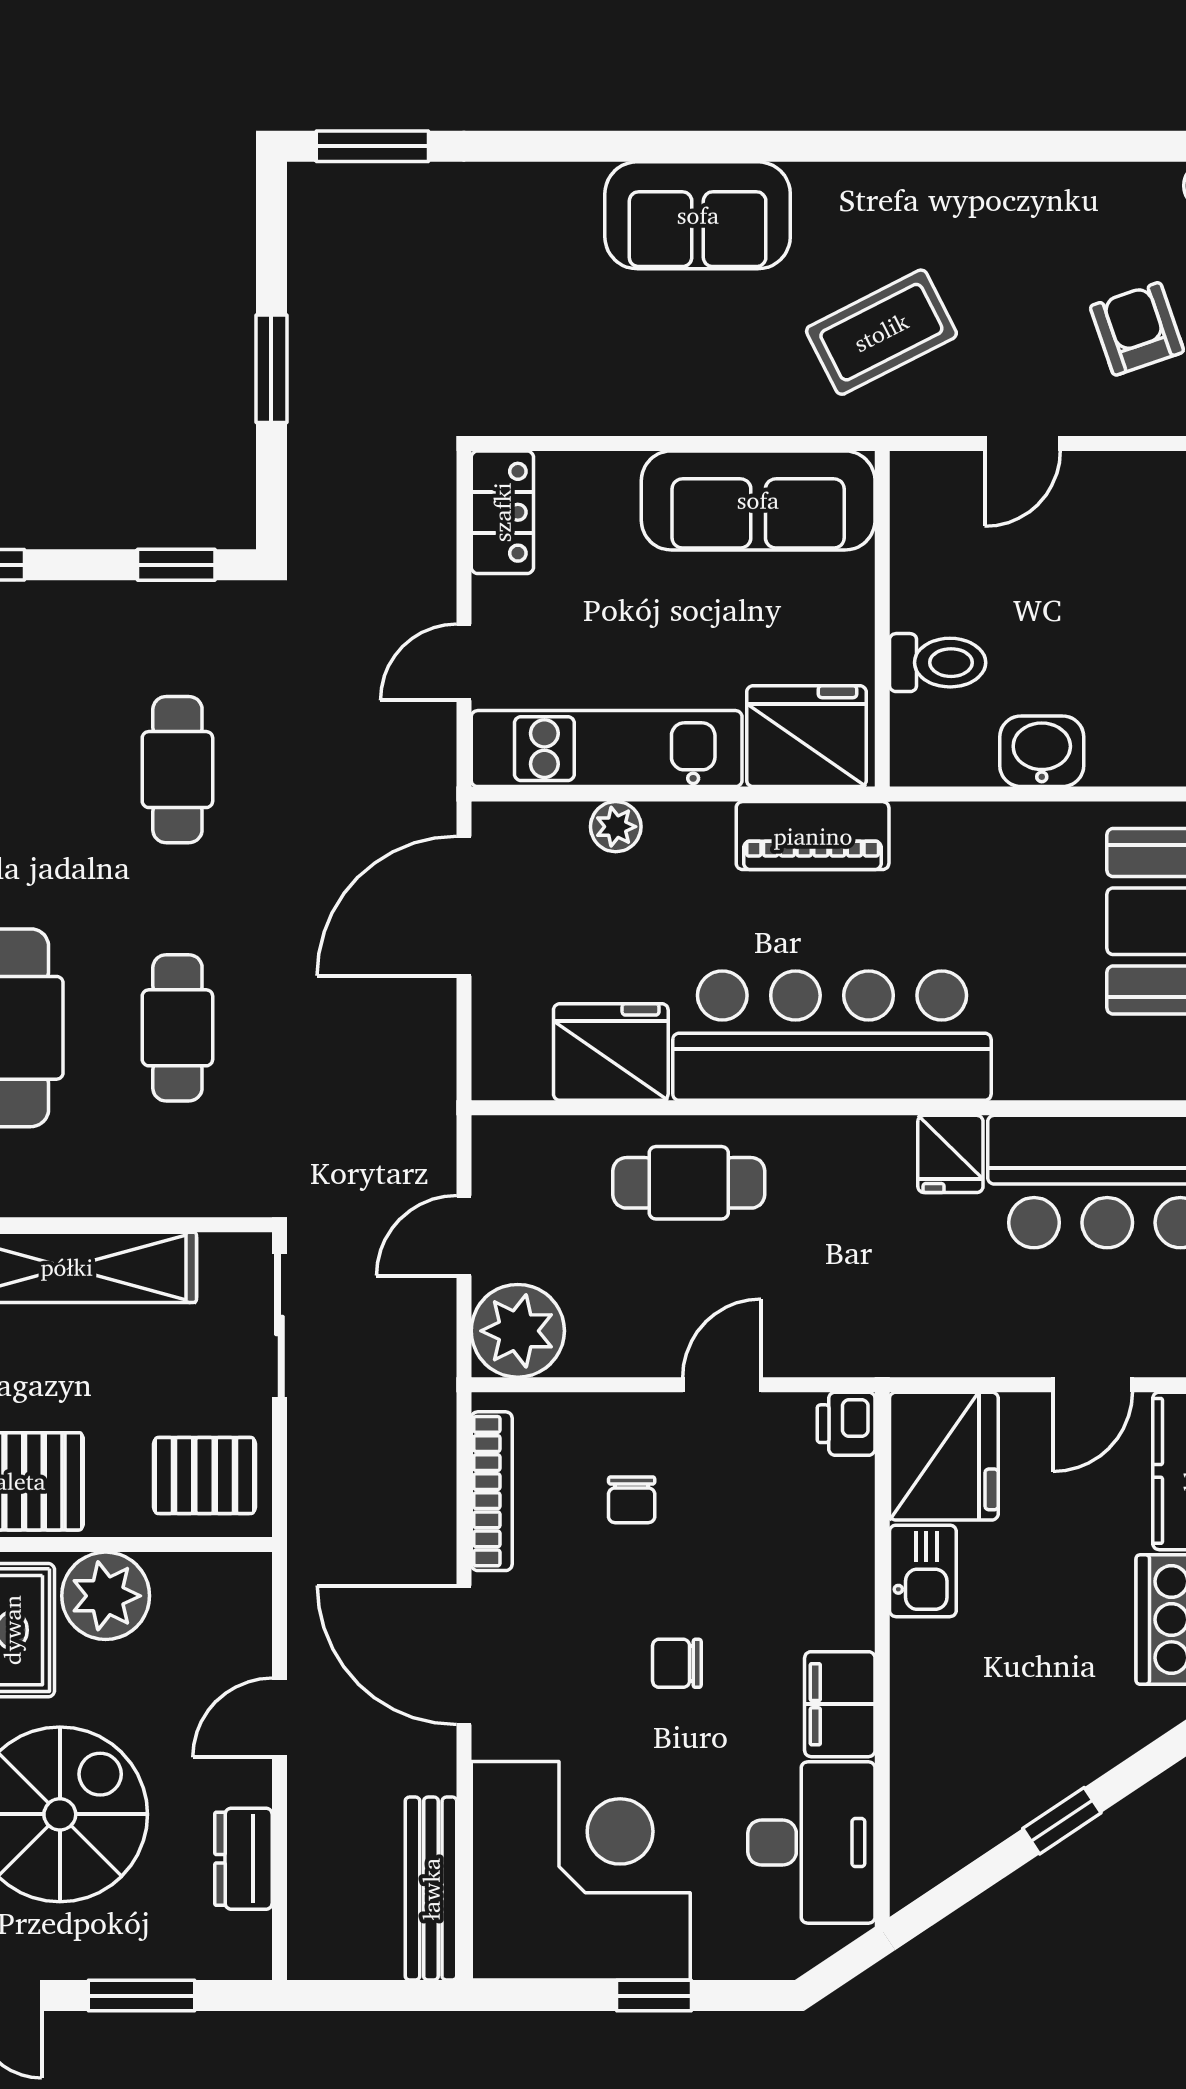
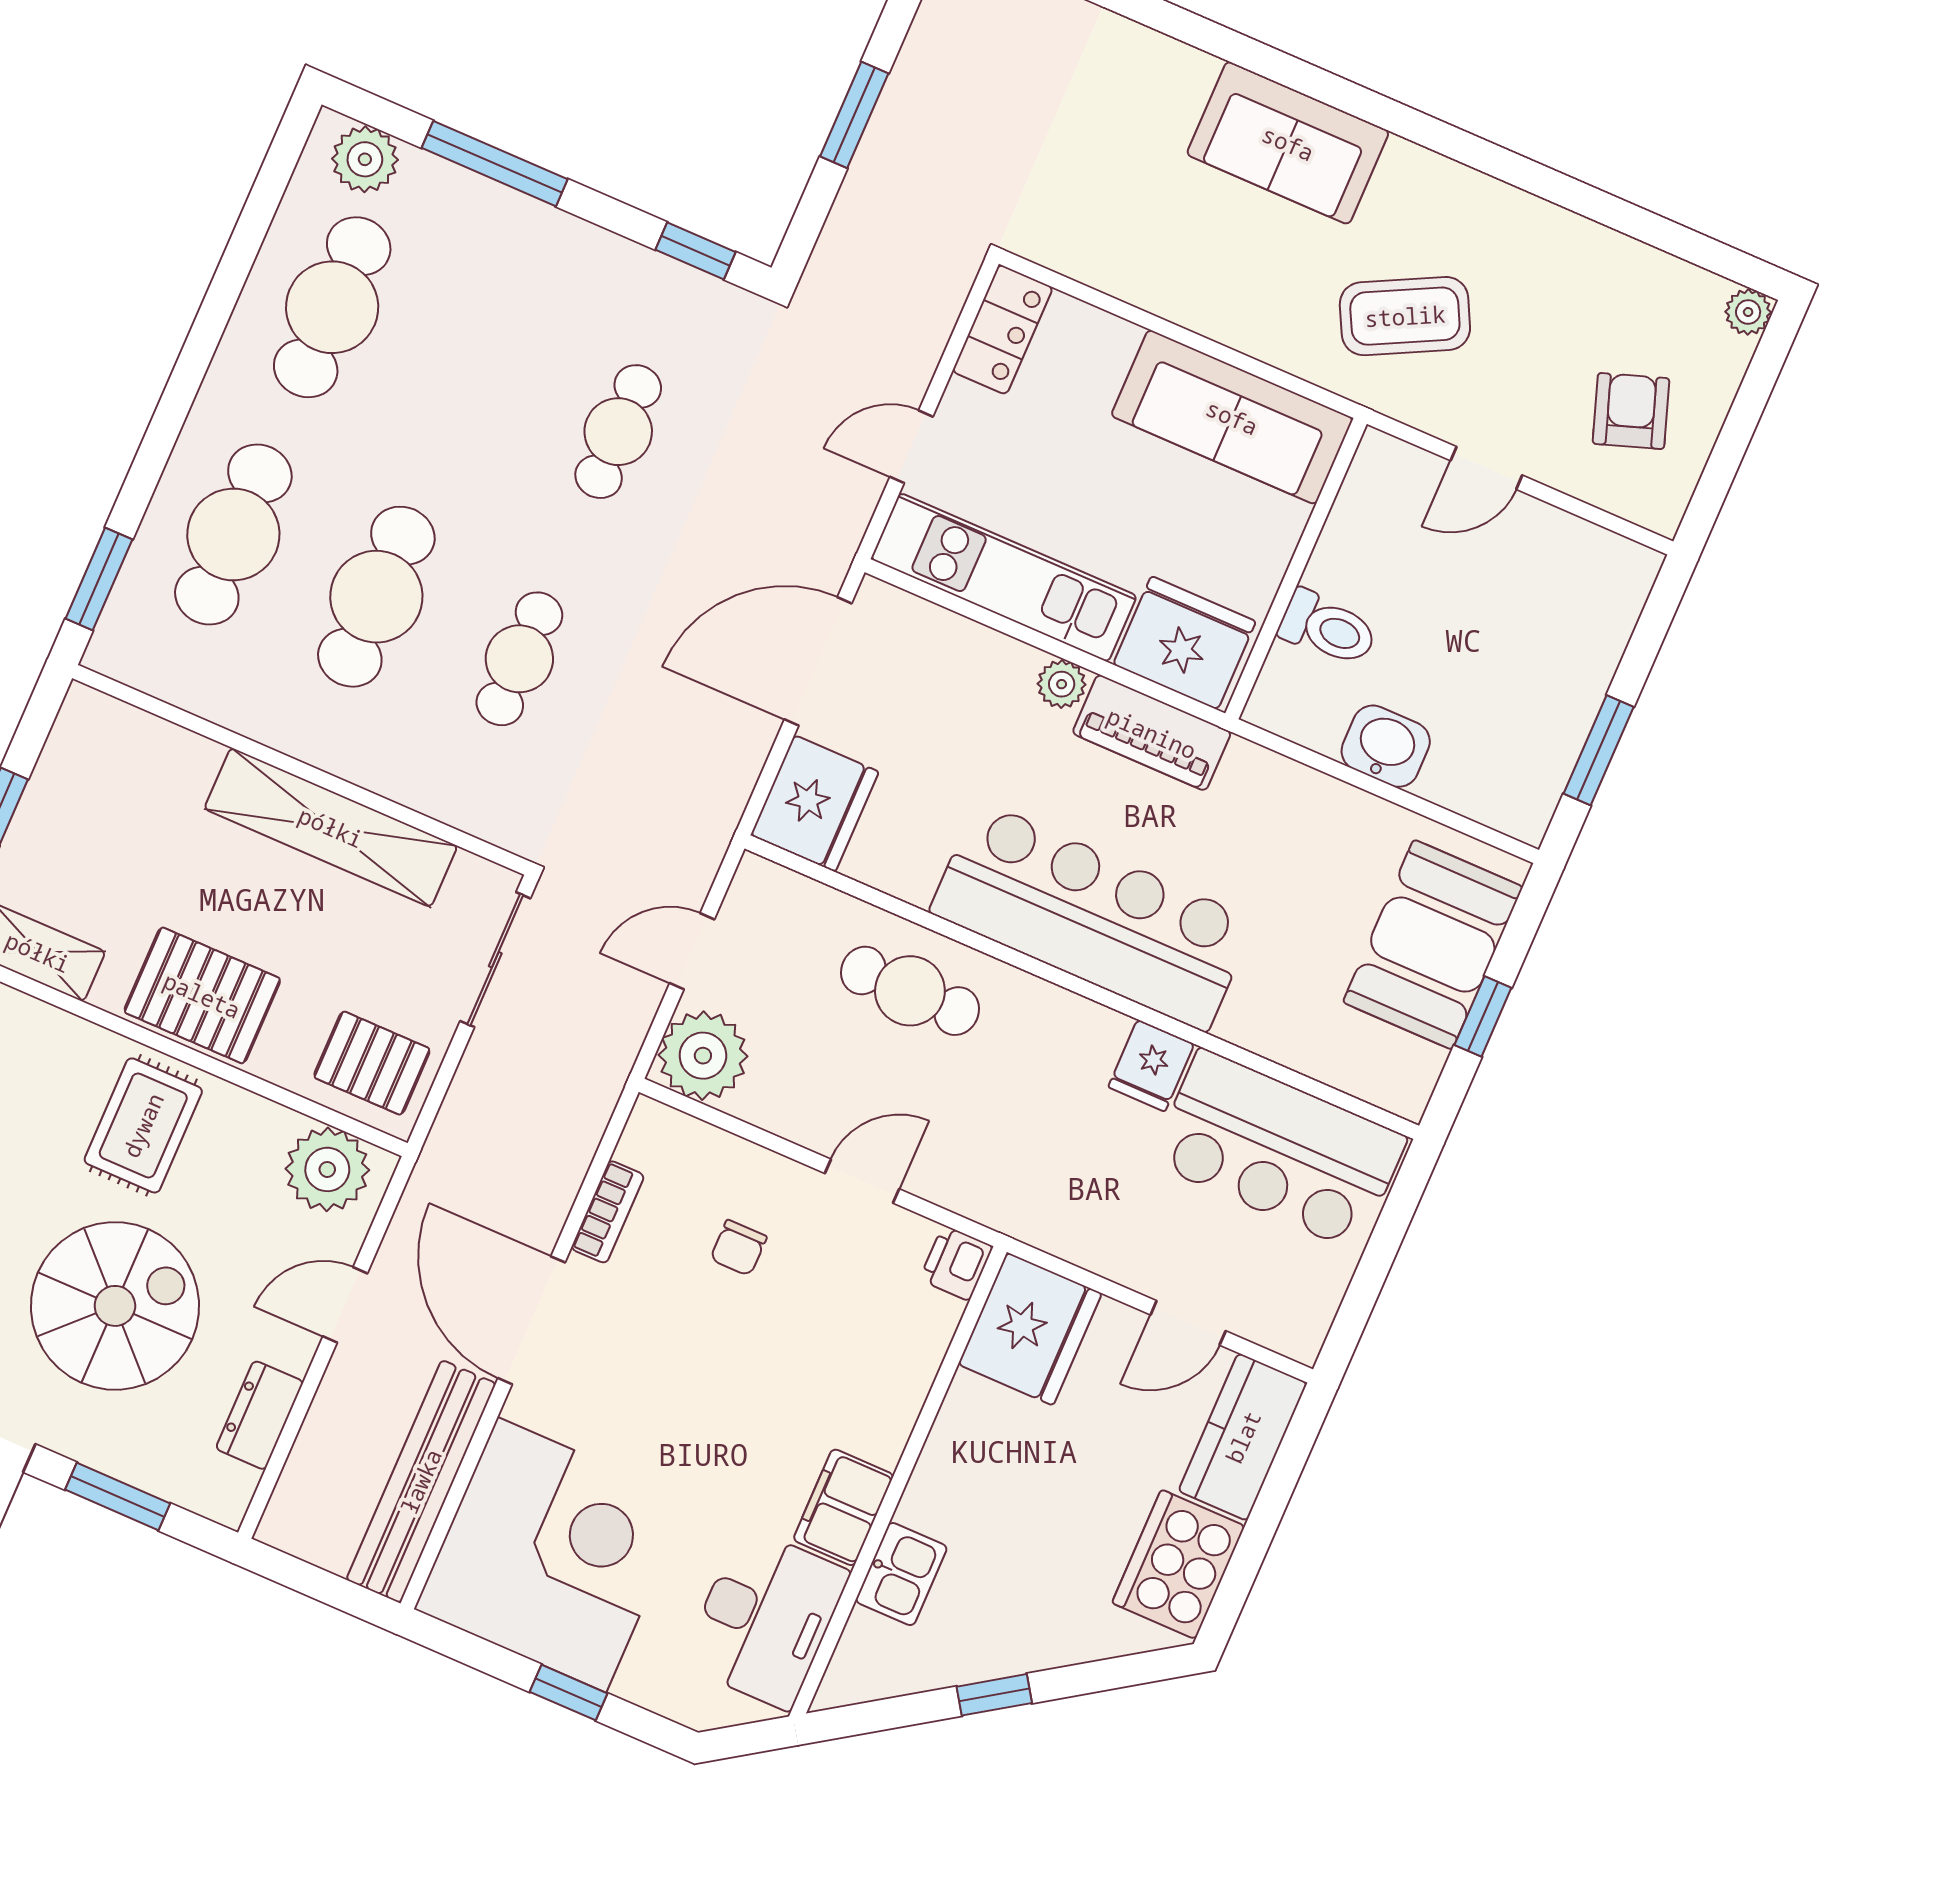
plant: (616, 827) -> (1062, 684), moved
fridge: (611, 1052) -> (815, 803), moved, turned 90
bookcase: (492, 1491) -> (608, 1212), width x0.64
kitchen sink: (923, 1571) -> (901, 1574), moved
plant: (106, 1596) -> (327, 1169), moved
chair: (677, 1663) -> (716, 1409), removed
bench: (431, 1889) -> (421, 1481), width x1.37, depth x1.21

